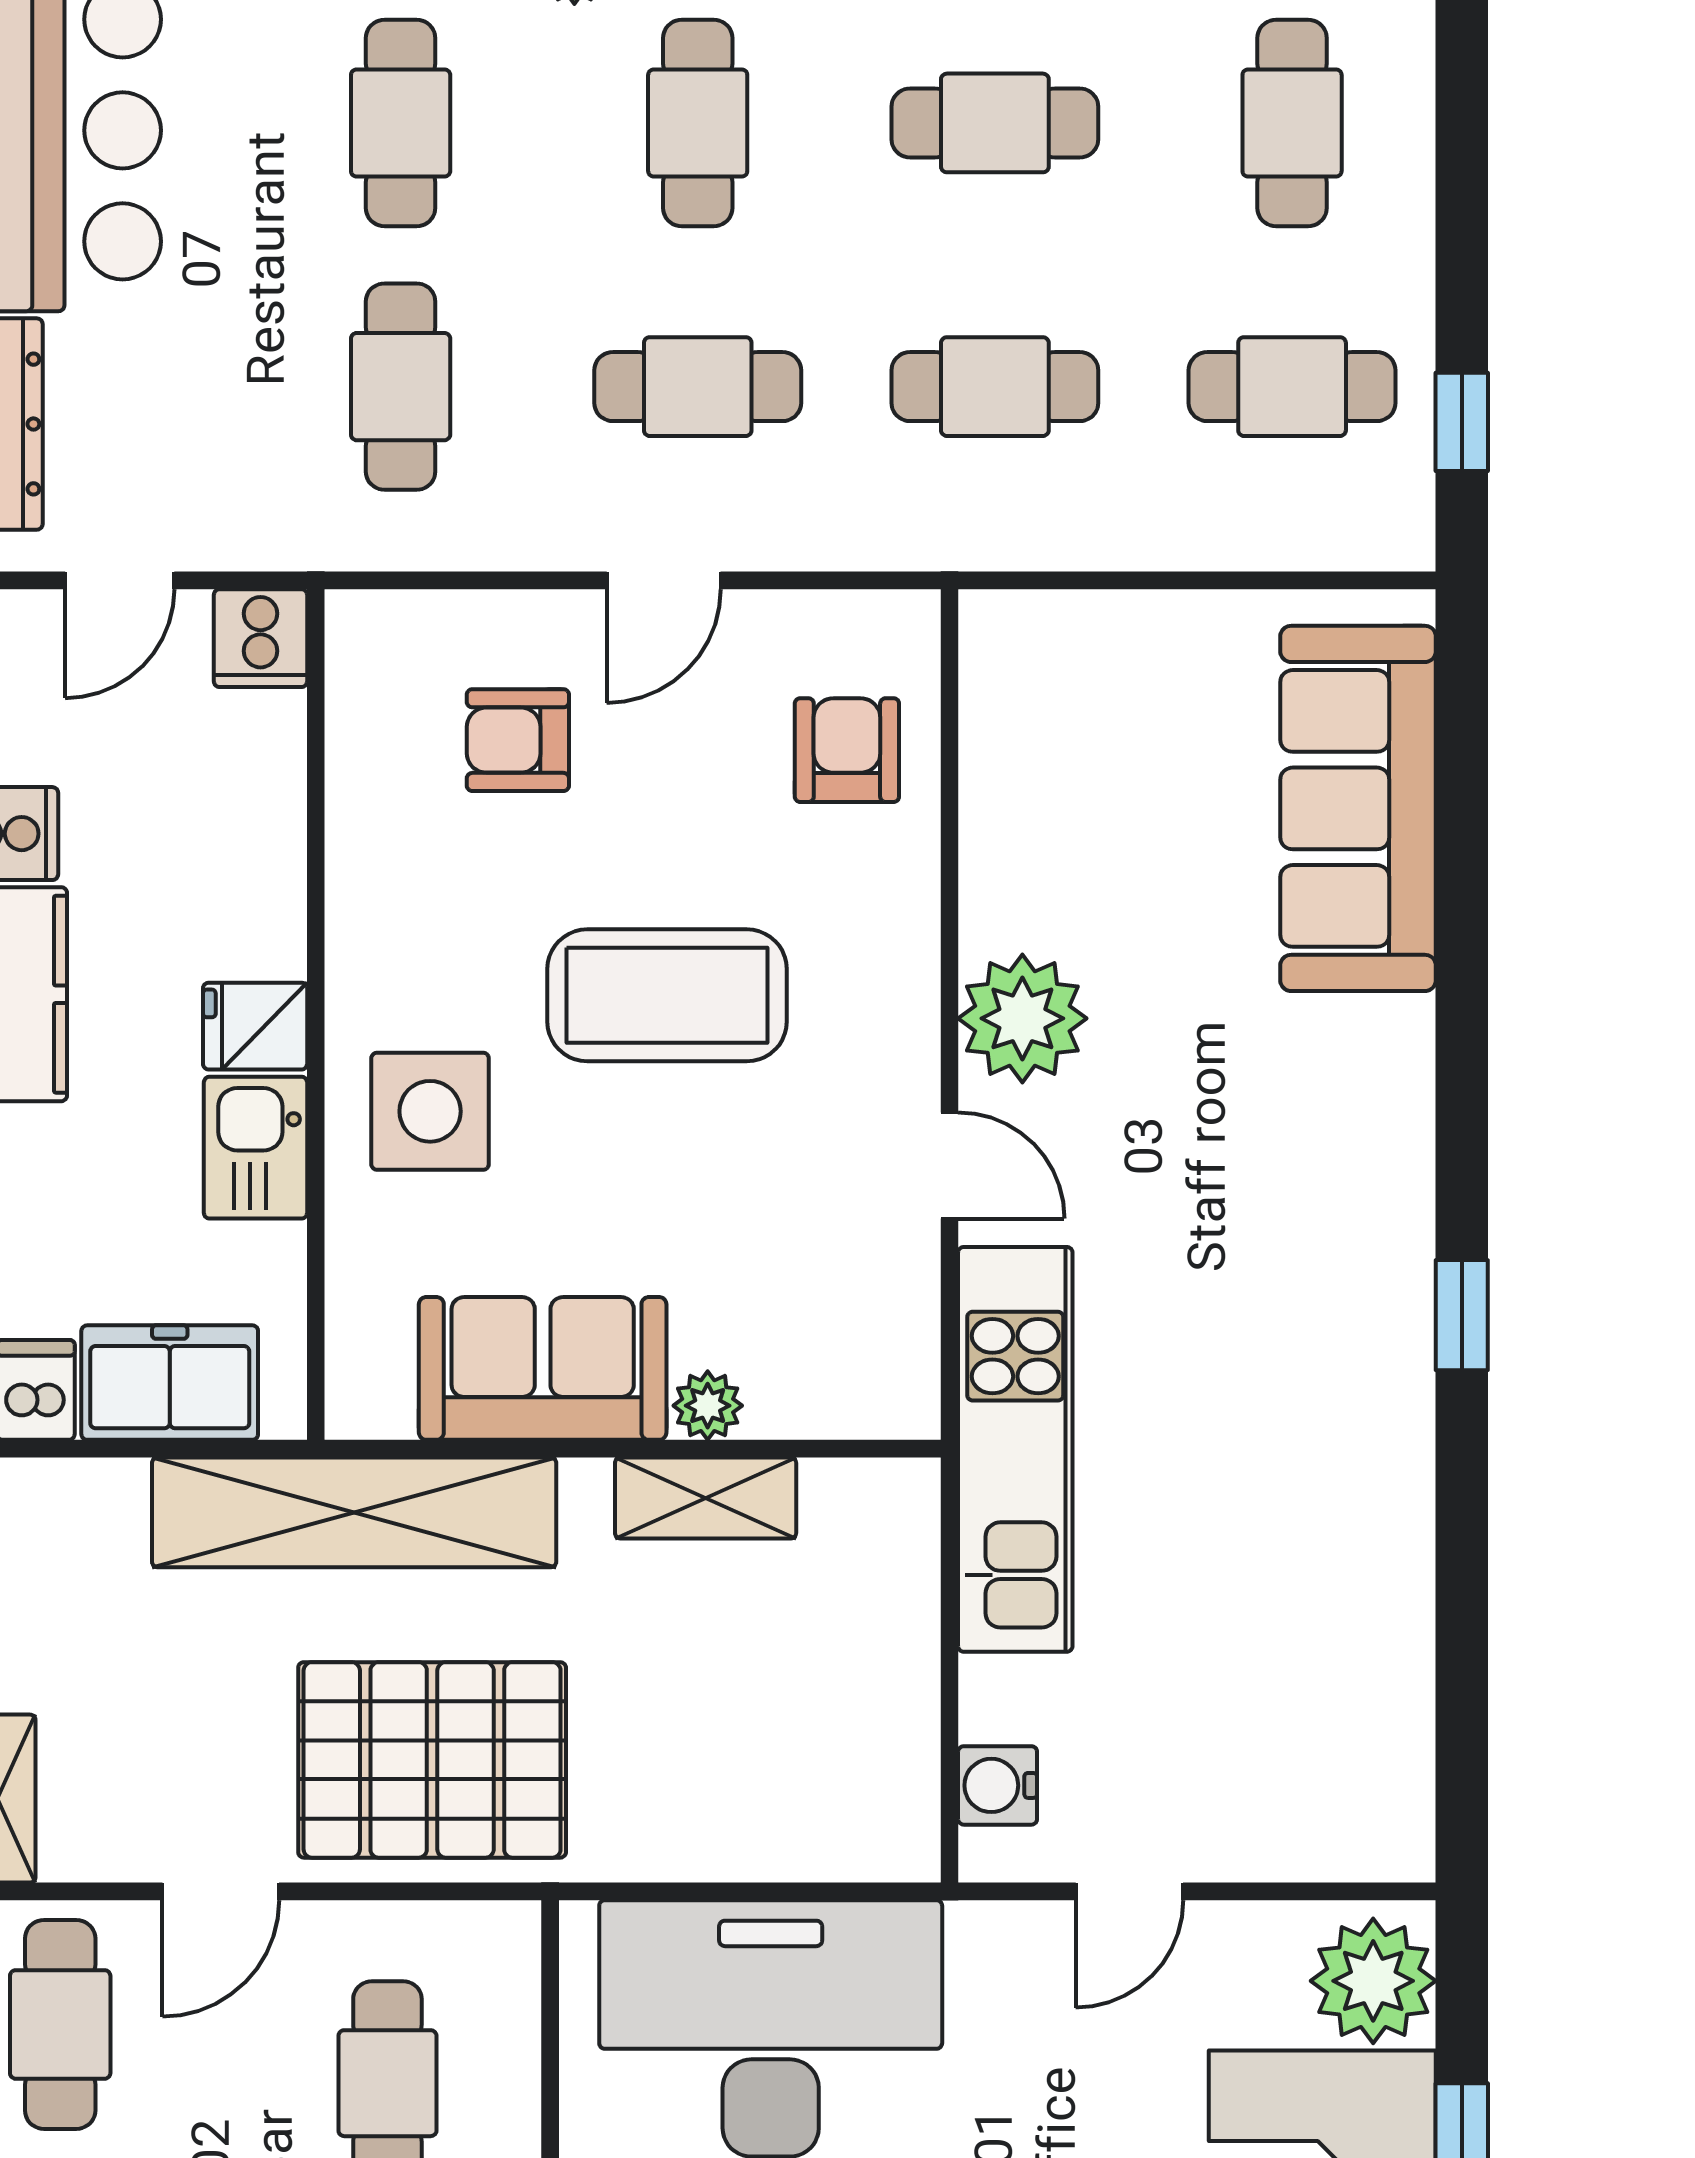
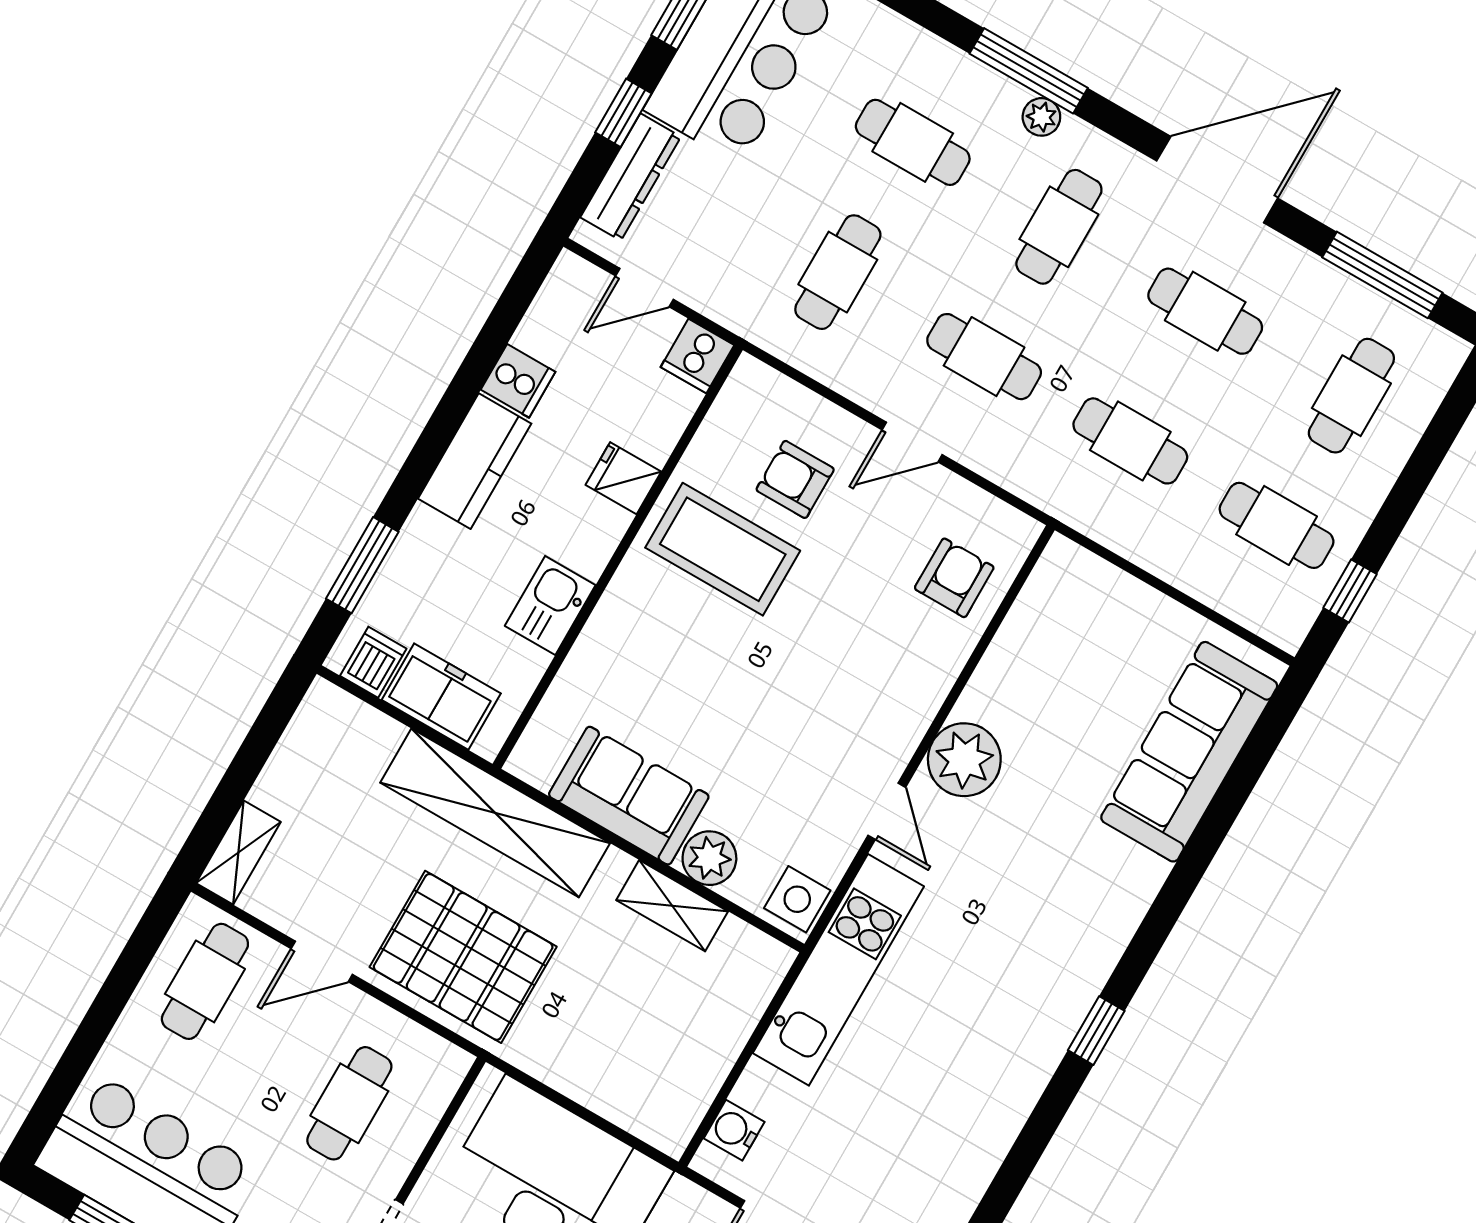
cafe table: (401, 123) -> (913, 142), turned 90
coffee table: (667, 995) -> (723, 549), moved
fridge: (255, 1026) -> (623, 478), moved
side table: (430, 1111) -> (797, 899), moved, width x0.73, depth x0.73
plant: (708, 1406) -> (709, 858), width x1.38, depth x1.38

